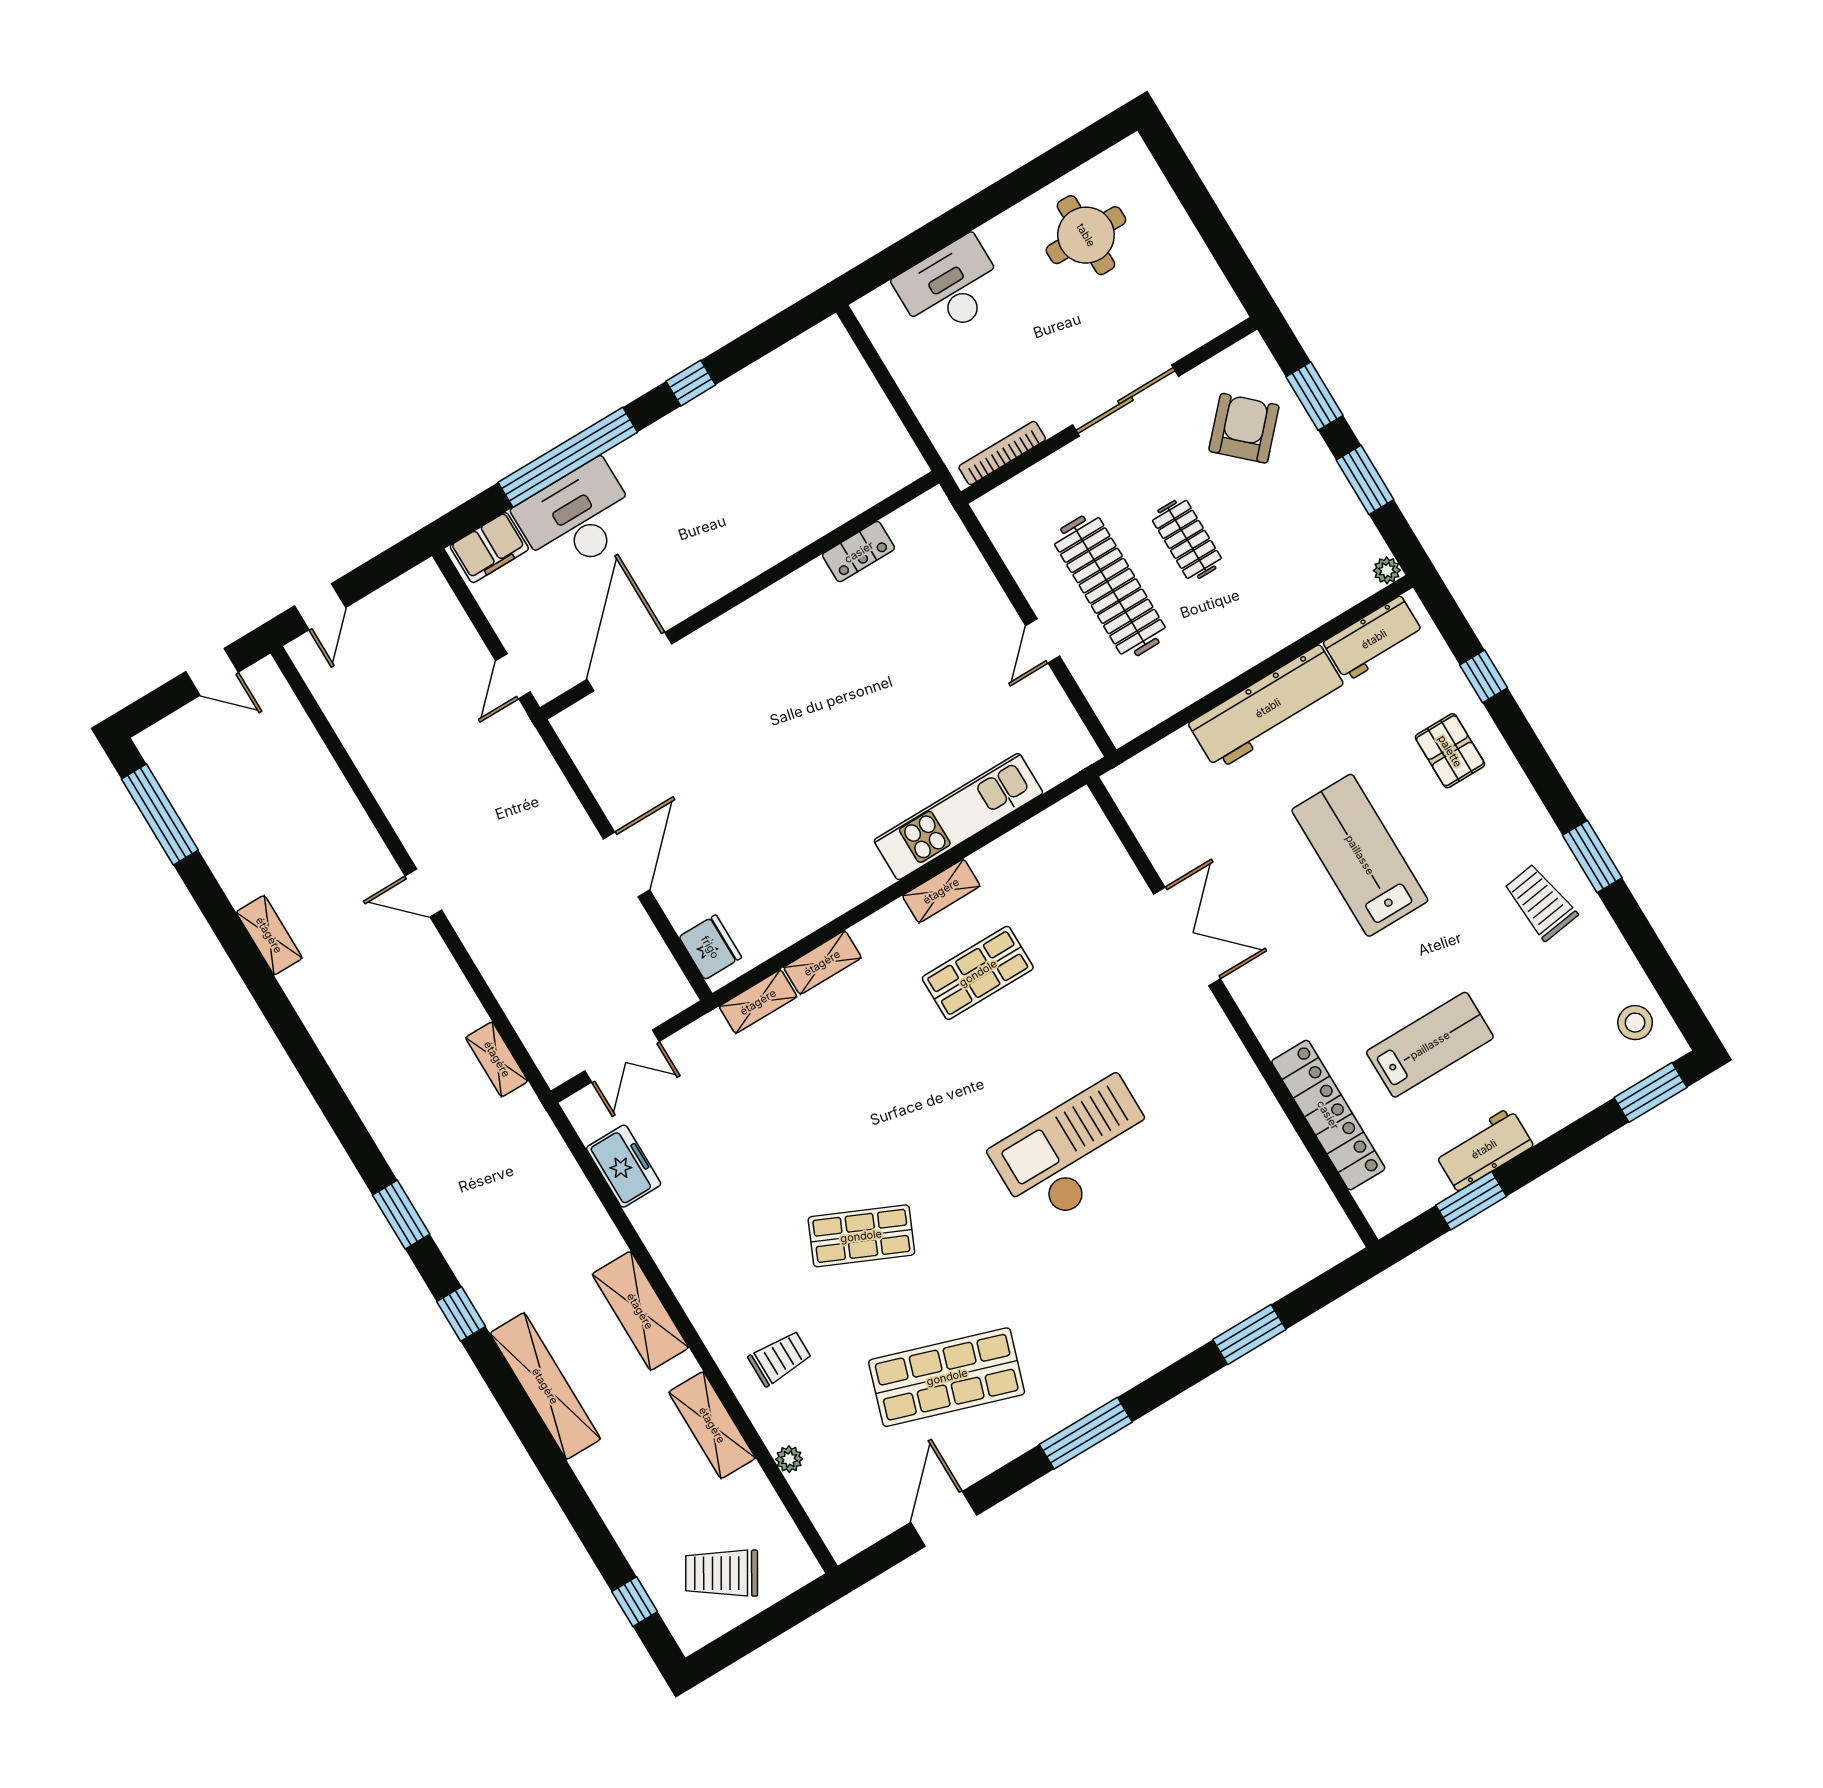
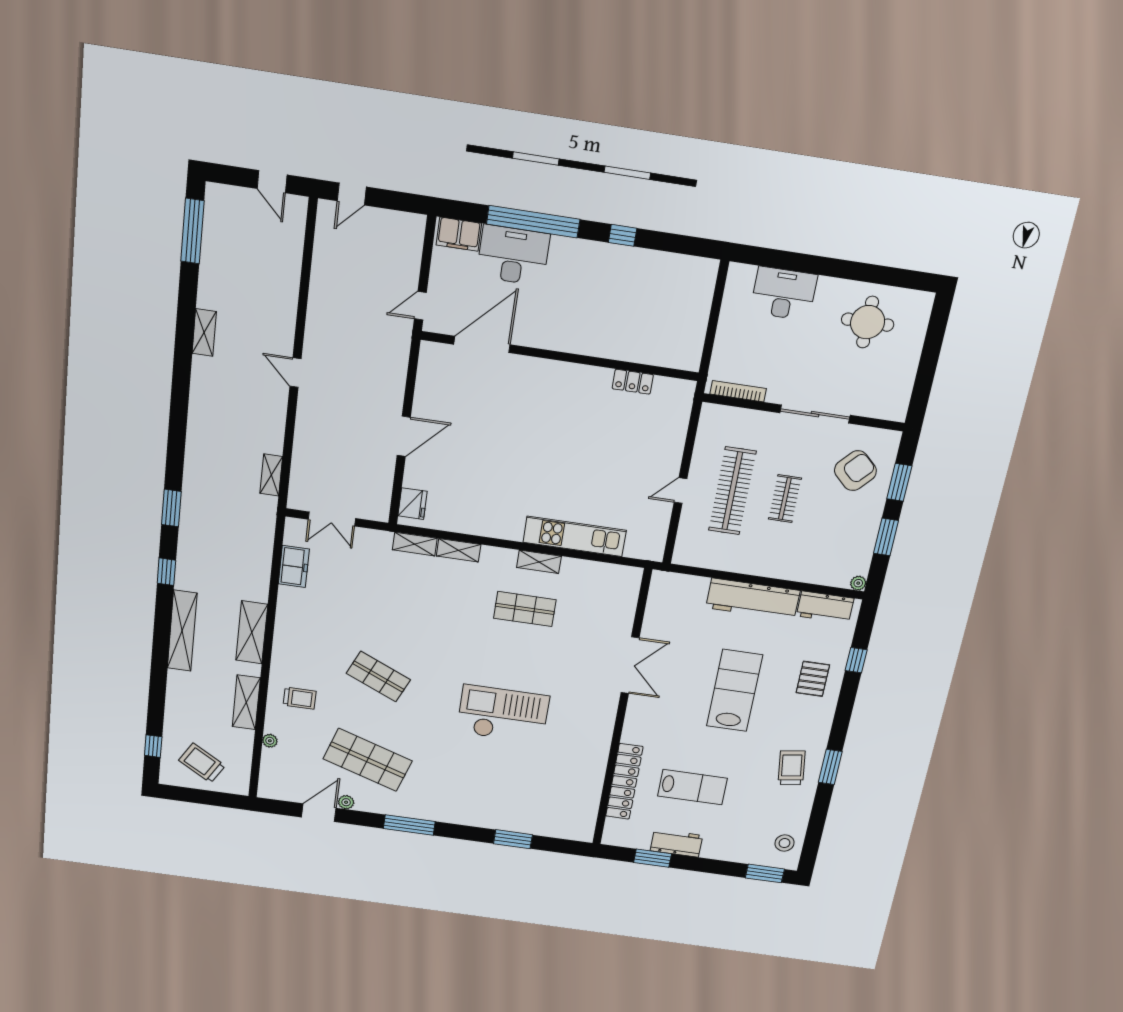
plant: (969, 1470) -> (346, 802), added

